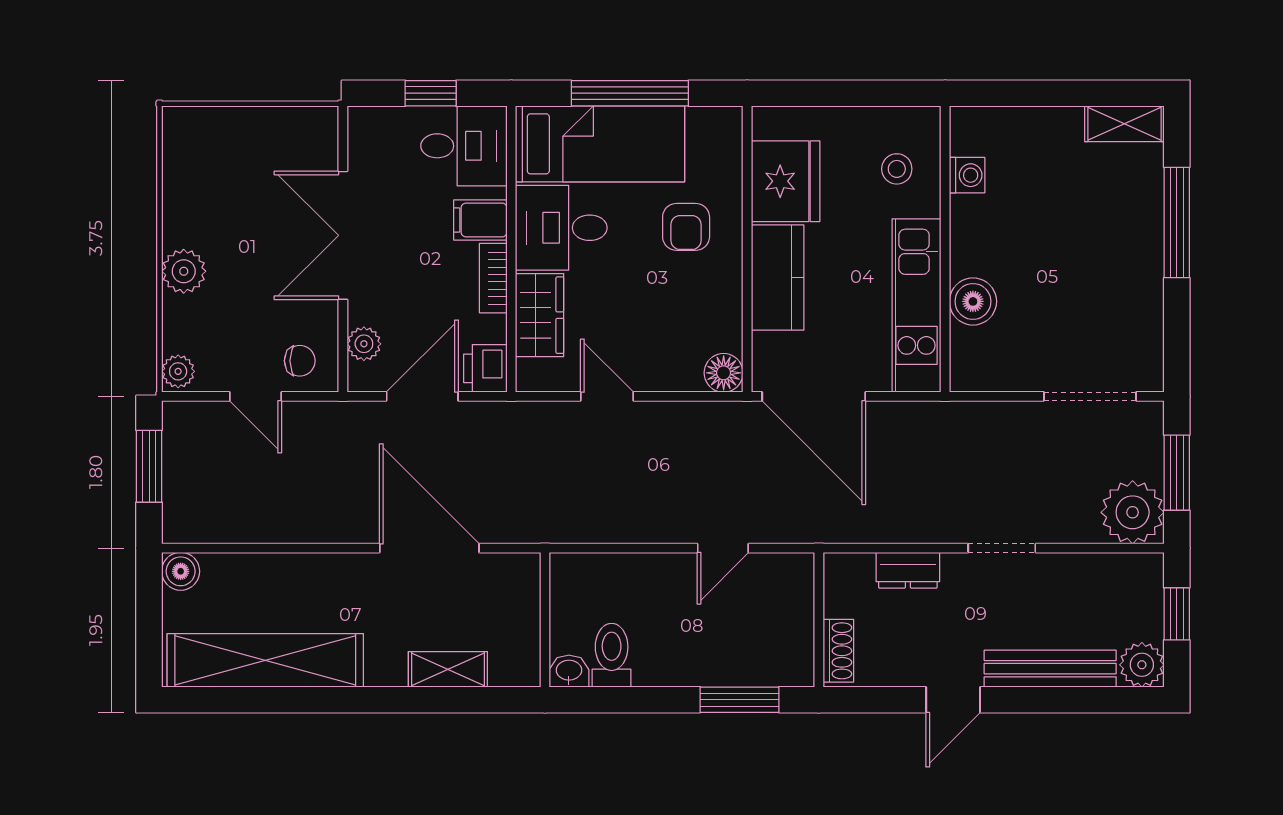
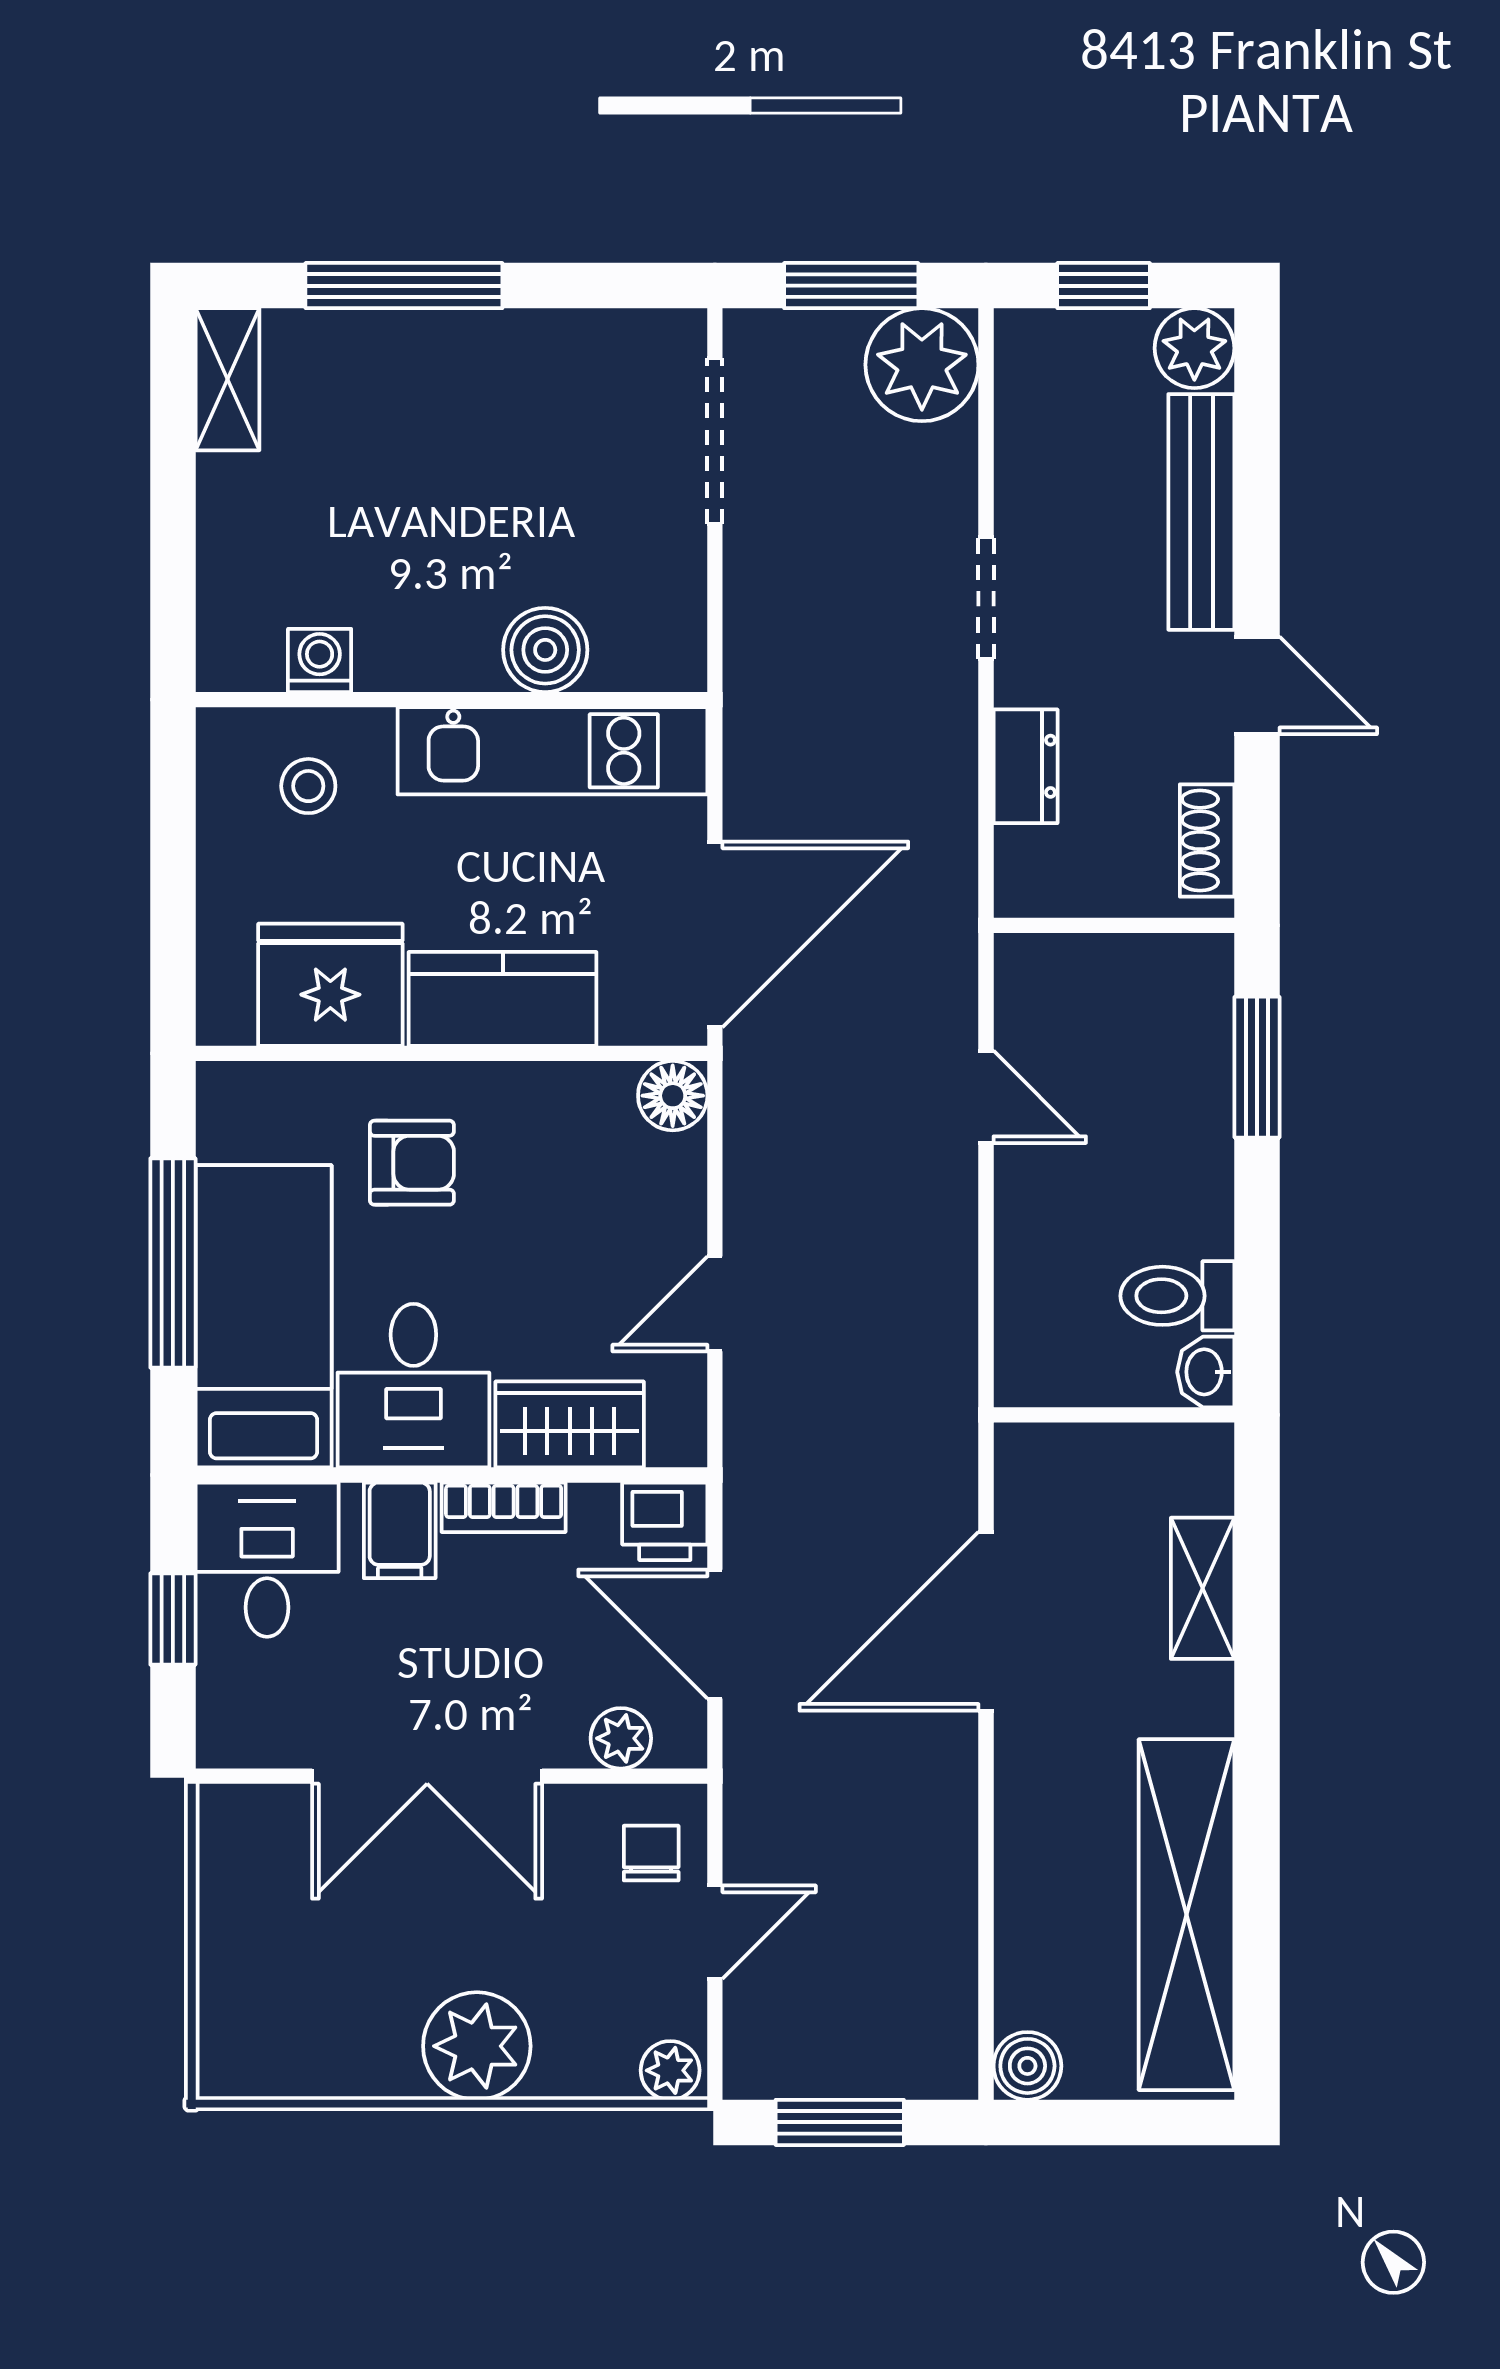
plant: (184, 271) -> (477, 2046), width x1.36, depth x1.36
shoe rack: (838, 651) -> (1207, 841), moved, turned -90

